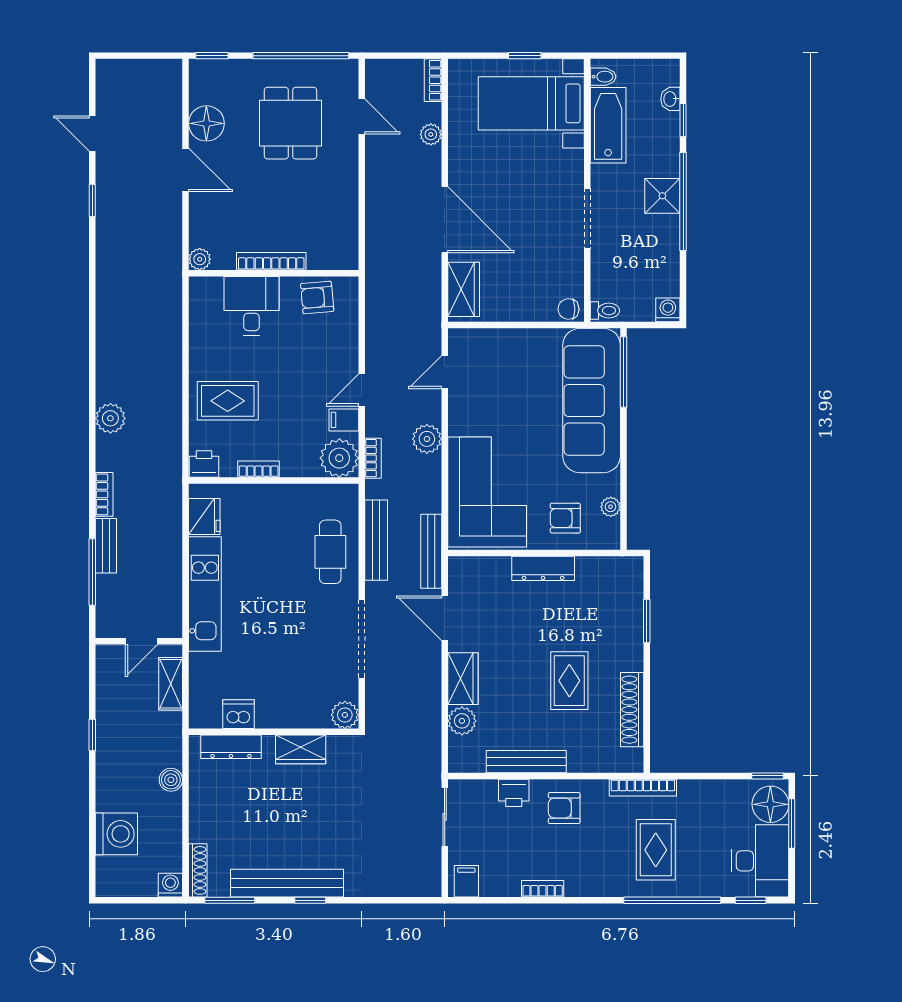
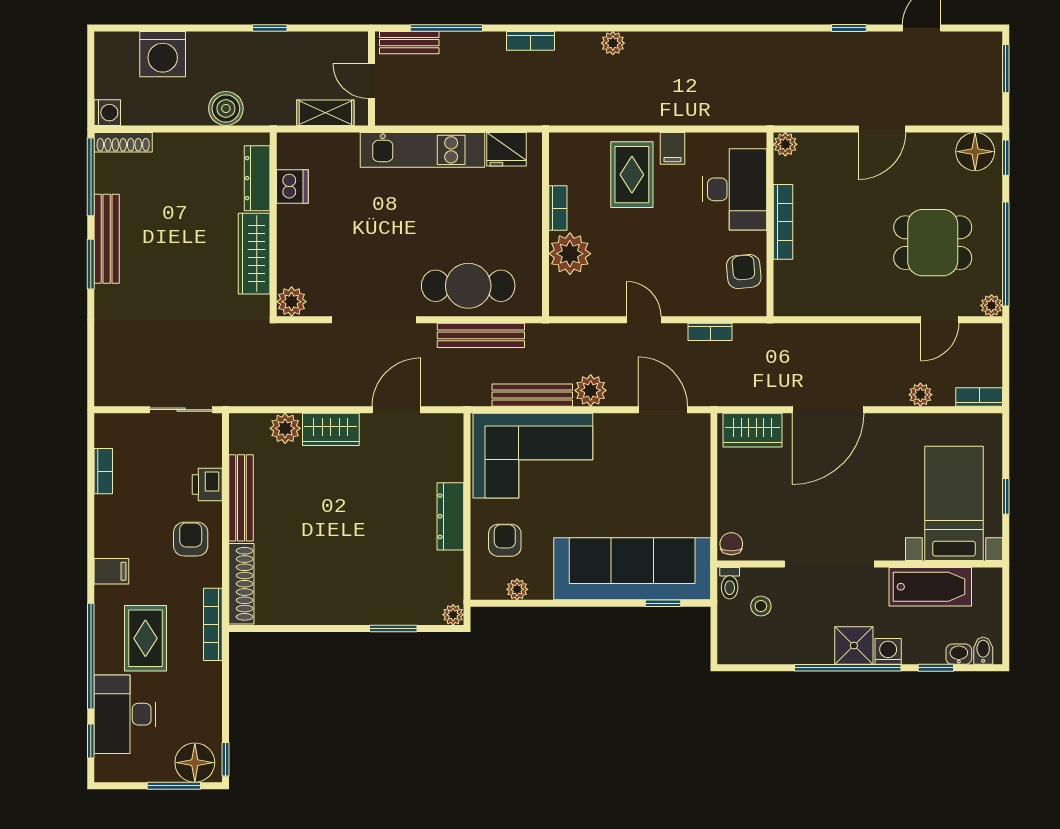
window: (130, 56) -> (1006, 69), added
plant: (349, 69) -> (991, 305), added
bidet: (603, 77) -> (983, 651), moved, turned 180
floor lamp: (206, 123) -> (975, 152), moved
doorway: (587, 218) -> (829, 564), width x1.36
stool: (626, 282) -> (761, 606), added
desk: (252, 306) -> (735, 189), width x1.37
washing machine: (668, 310) -> (888, 651), moved, turned -90
door: (445, 372) -> (663, 410), width x1.38
window: (623, 372) -> (663, 603), width x0.46
plant: (110, 418) -> (613, 43), width x0.73, depth x0.73
filing cabinet: (344, 420) -> (673, 148), moved, turned 180
plant: (339, 458) -> (570, 254), moved
bookcase: (373, 458) -> (710, 332), moved
printer: (204, 464) -> (563, 149), removed
bench: (106, 546) -> (409, 43), moved
bench: (431, 551) -> (532, 395), moved
cafe table: (330, 552) -> (468, 286), width x1.37, depth x1.35
plant: (634, 566) -> (453, 615), added
rug: (569, 681) -> (329, 545), removed
shoe rack: (632, 710) -> (241, 584), moved, turned 90
wardrobe: (301, 749) -> (254, 254), width x1.50
boiler: (171, 780) -> (226, 108), width x1.36, depth x1.36
rug: (656, 850) -> (145, 638), turned 90
desk: (760, 861) -> (125, 714), moved, turned 90
filing cabinet: (466, 881) -> (111, 571), moved
bench: (287, 883) -> (107, 239), width x0.73, depth x0.82
bookcase: (543, 889) -> (103, 471), moved
window: (230, 900) -> (91, 177), width x1.44
window: (310, 900) -> (91, 264), width x1.50

